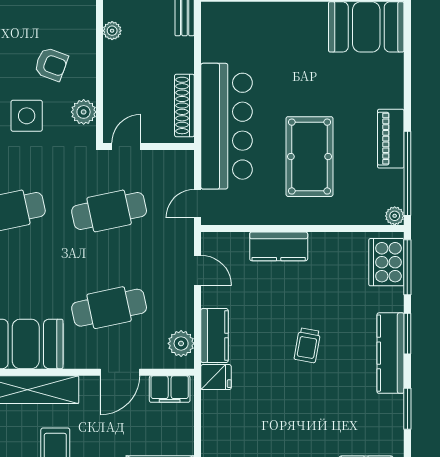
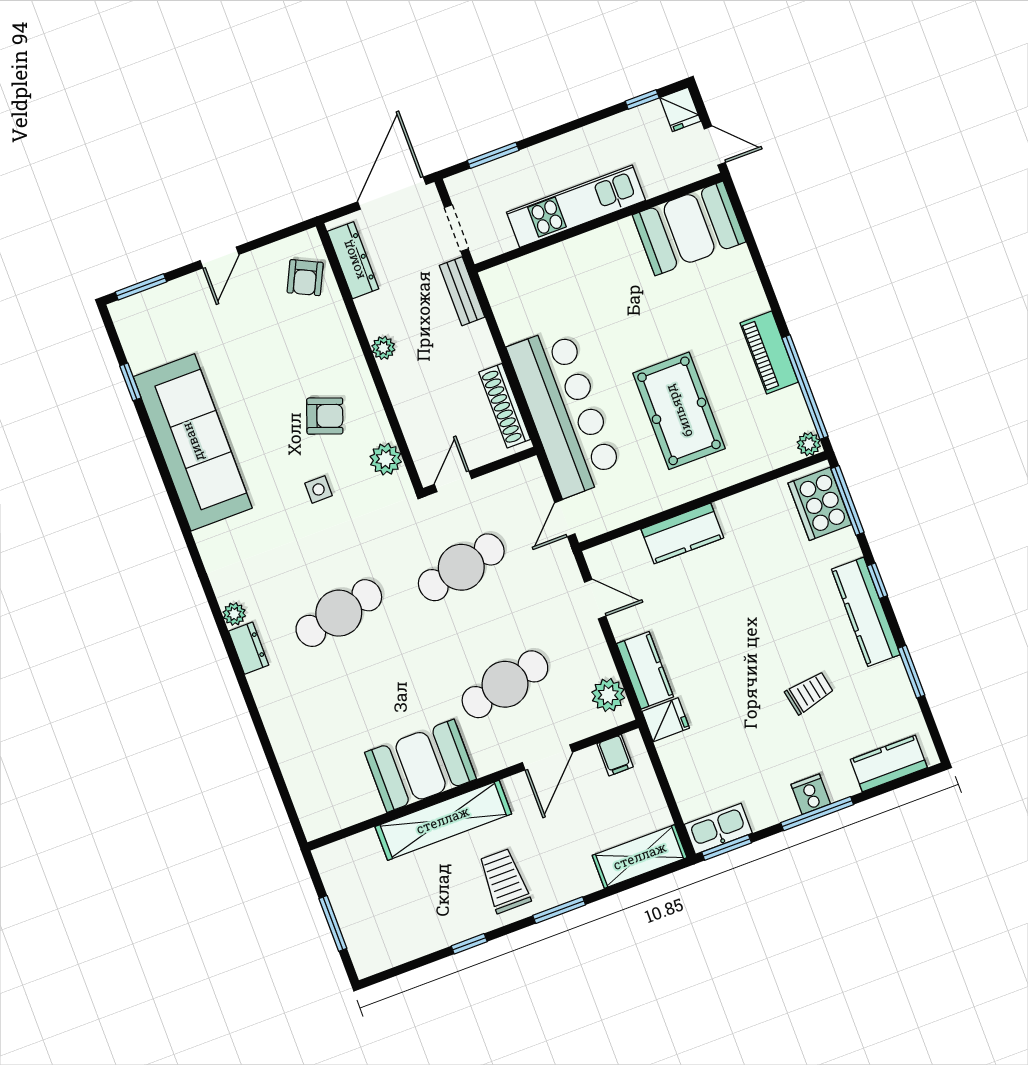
side table: (27, 116) -> (319, 489), width x0.54, depth x0.54
window: (407, 334) -> (877, 581), width x0.67
trolley: (307, 345) -> (809, 693), moved, turned -111
filing cabinet: (170, 389) -> (615, 755), width x0.50

